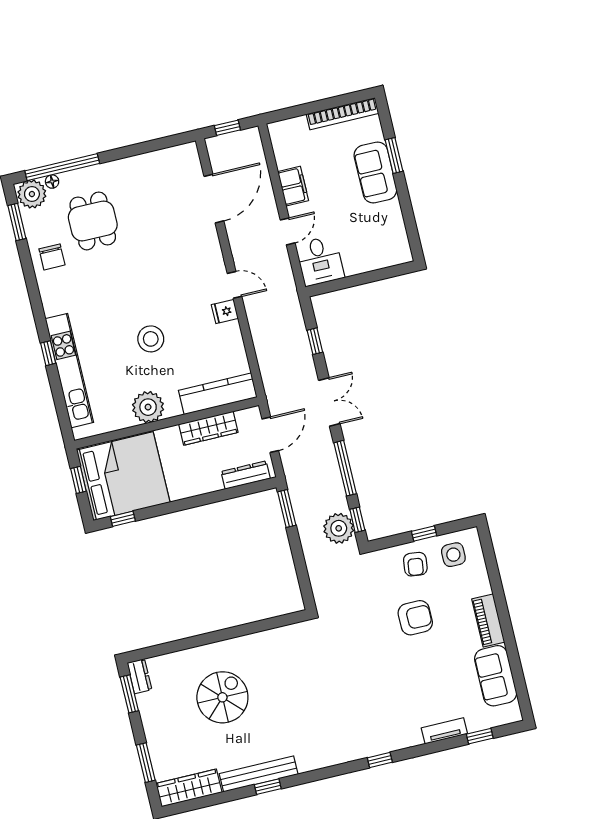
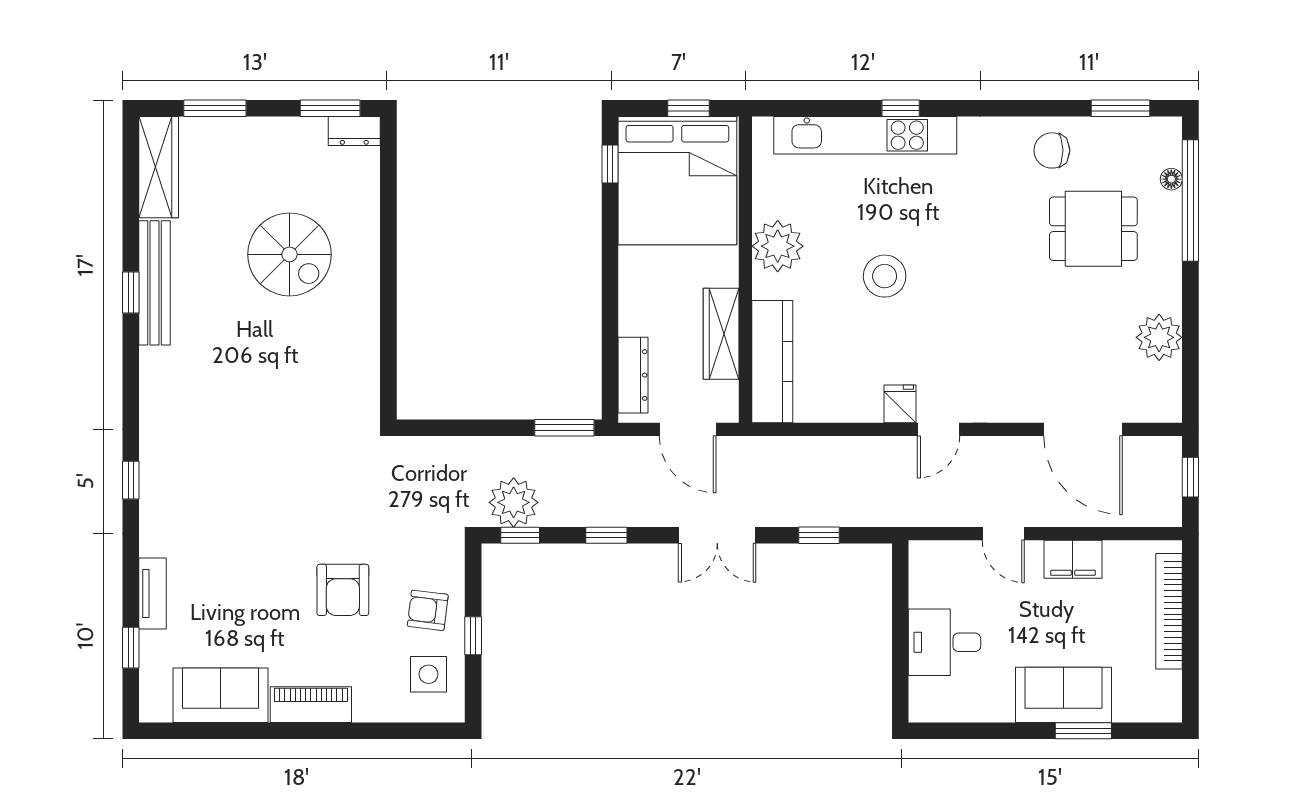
bookcase: (342, 114) -> (1169, 611), moved
plant: (32, 194) -> (1159, 337), moved
desk: (320, 261) -> (944, 642), moved
window: (345, 468) -> (606, 535), width x0.46

